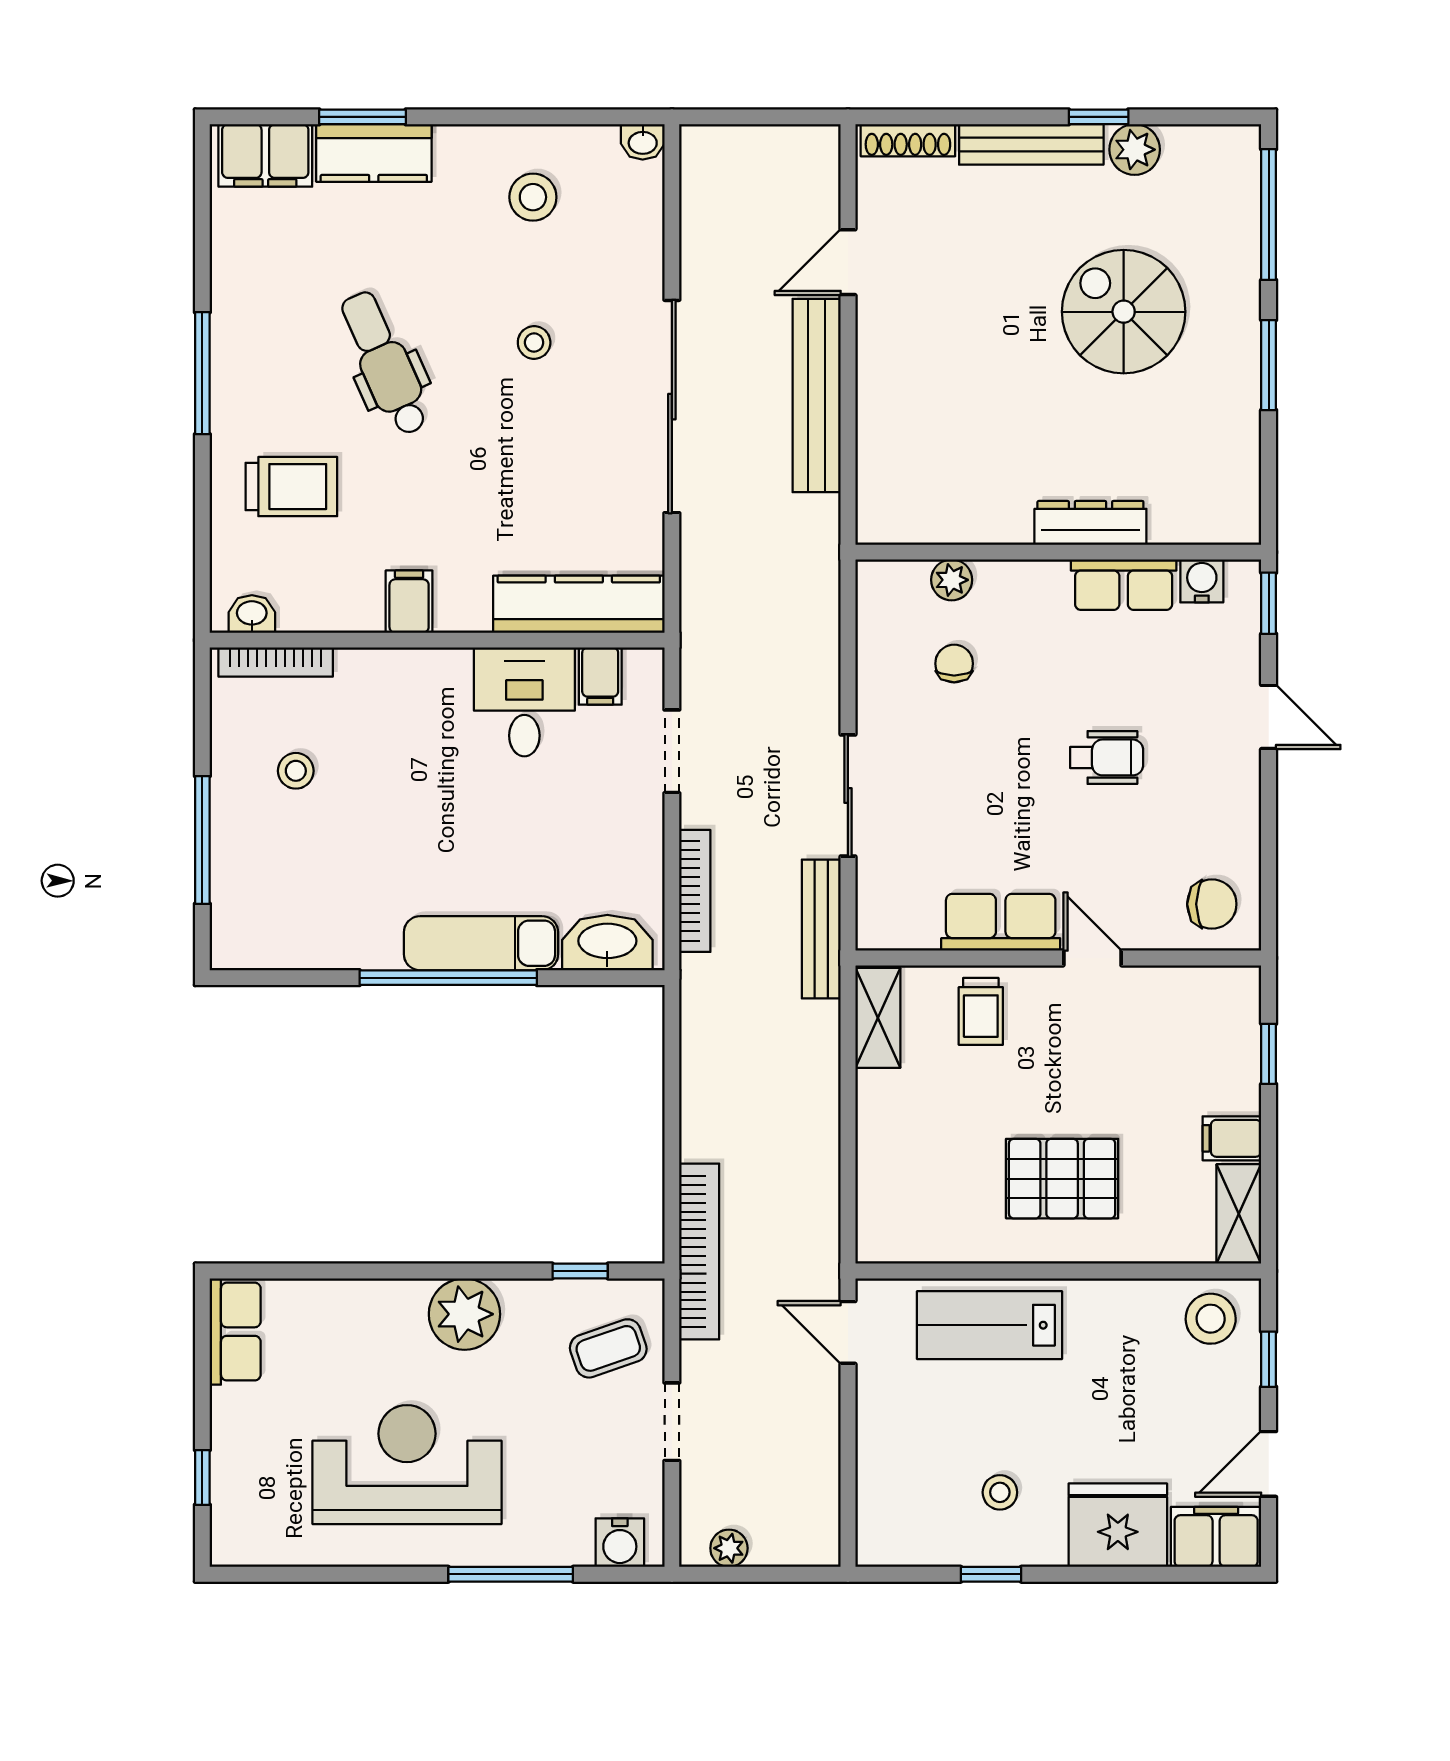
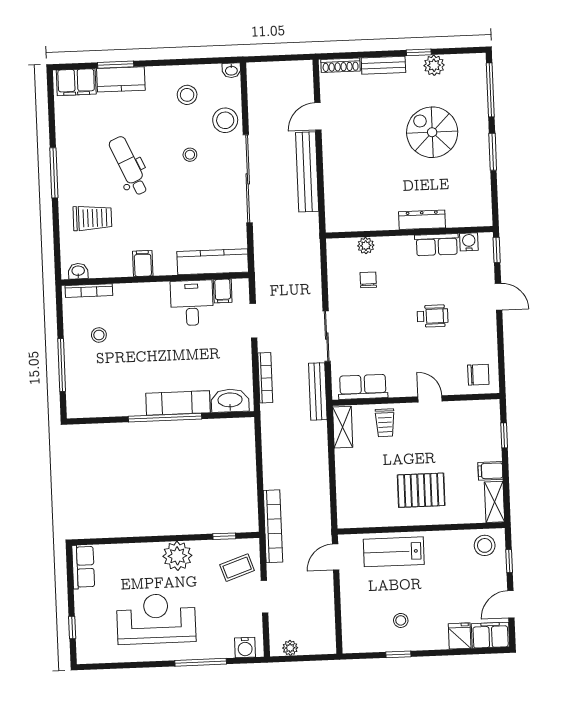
bench: (1031, 144) -> (383, 65), width x0.73
stool: (623, 262) -> (225, 120), added
row of seats: (1001, 922) -> (363, 387), moved
door: (848, 1332) -> (336, 557), hinge flipped
fridge: (1118, 1525) -> (460, 636), width x0.53, depth x0.75

